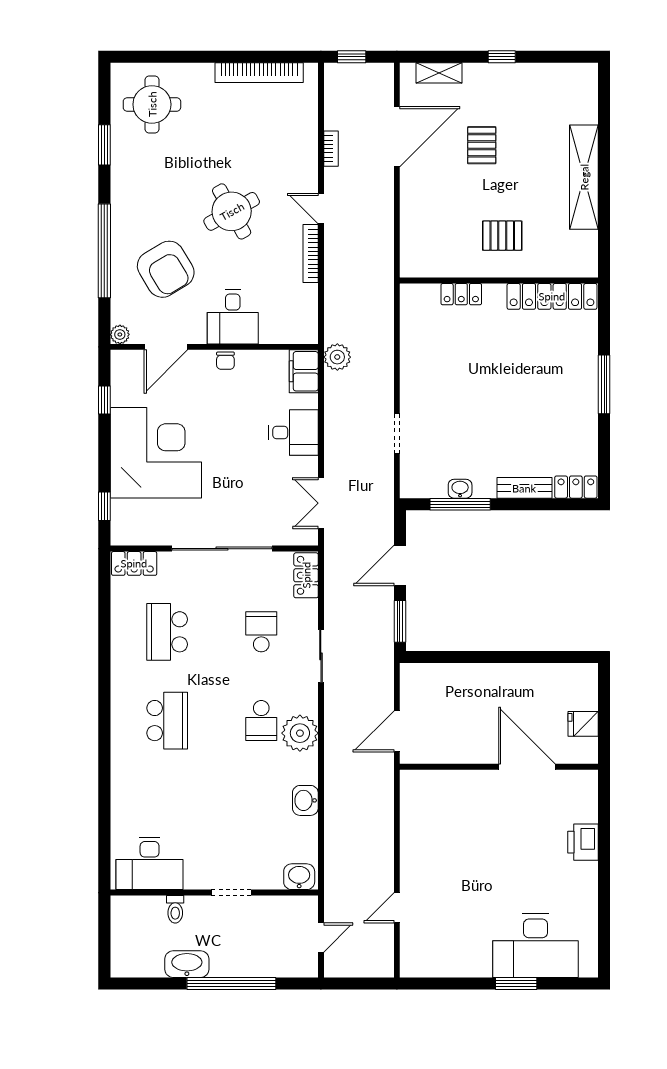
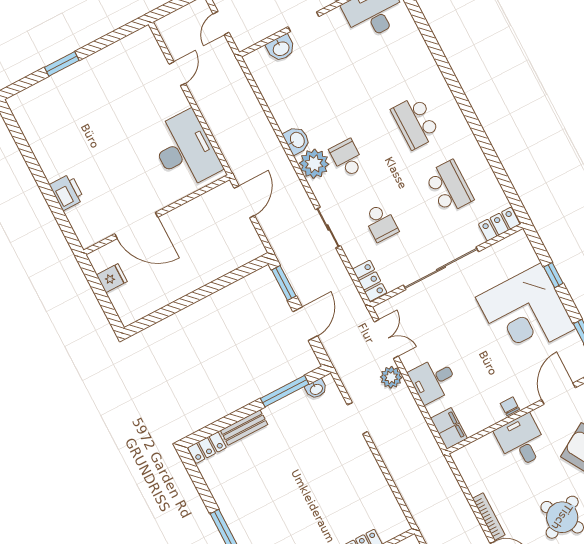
plant: (337, 357) -> (391, 377), moved
washbasin: (460, 489) -> (316, 389), moved
window: (104, 506) -> (553, 275), moved
washbasin: (305, 800) -> (297, 140), moved
washbasin: (299, 877) -> (281, 48), moved
desk: (536, 946) -> (185, 150), moved, turned 90

